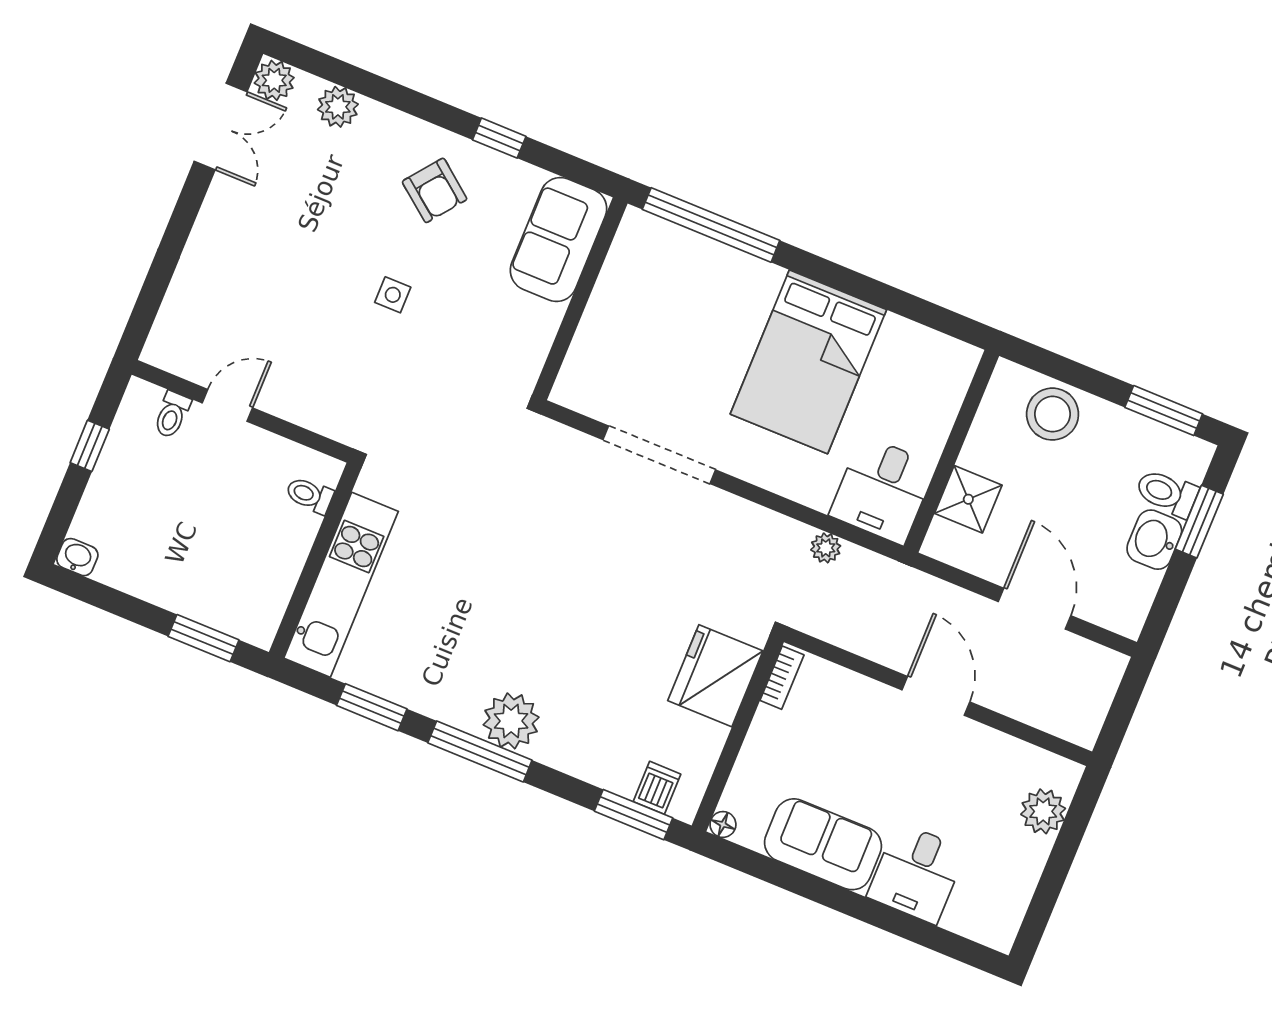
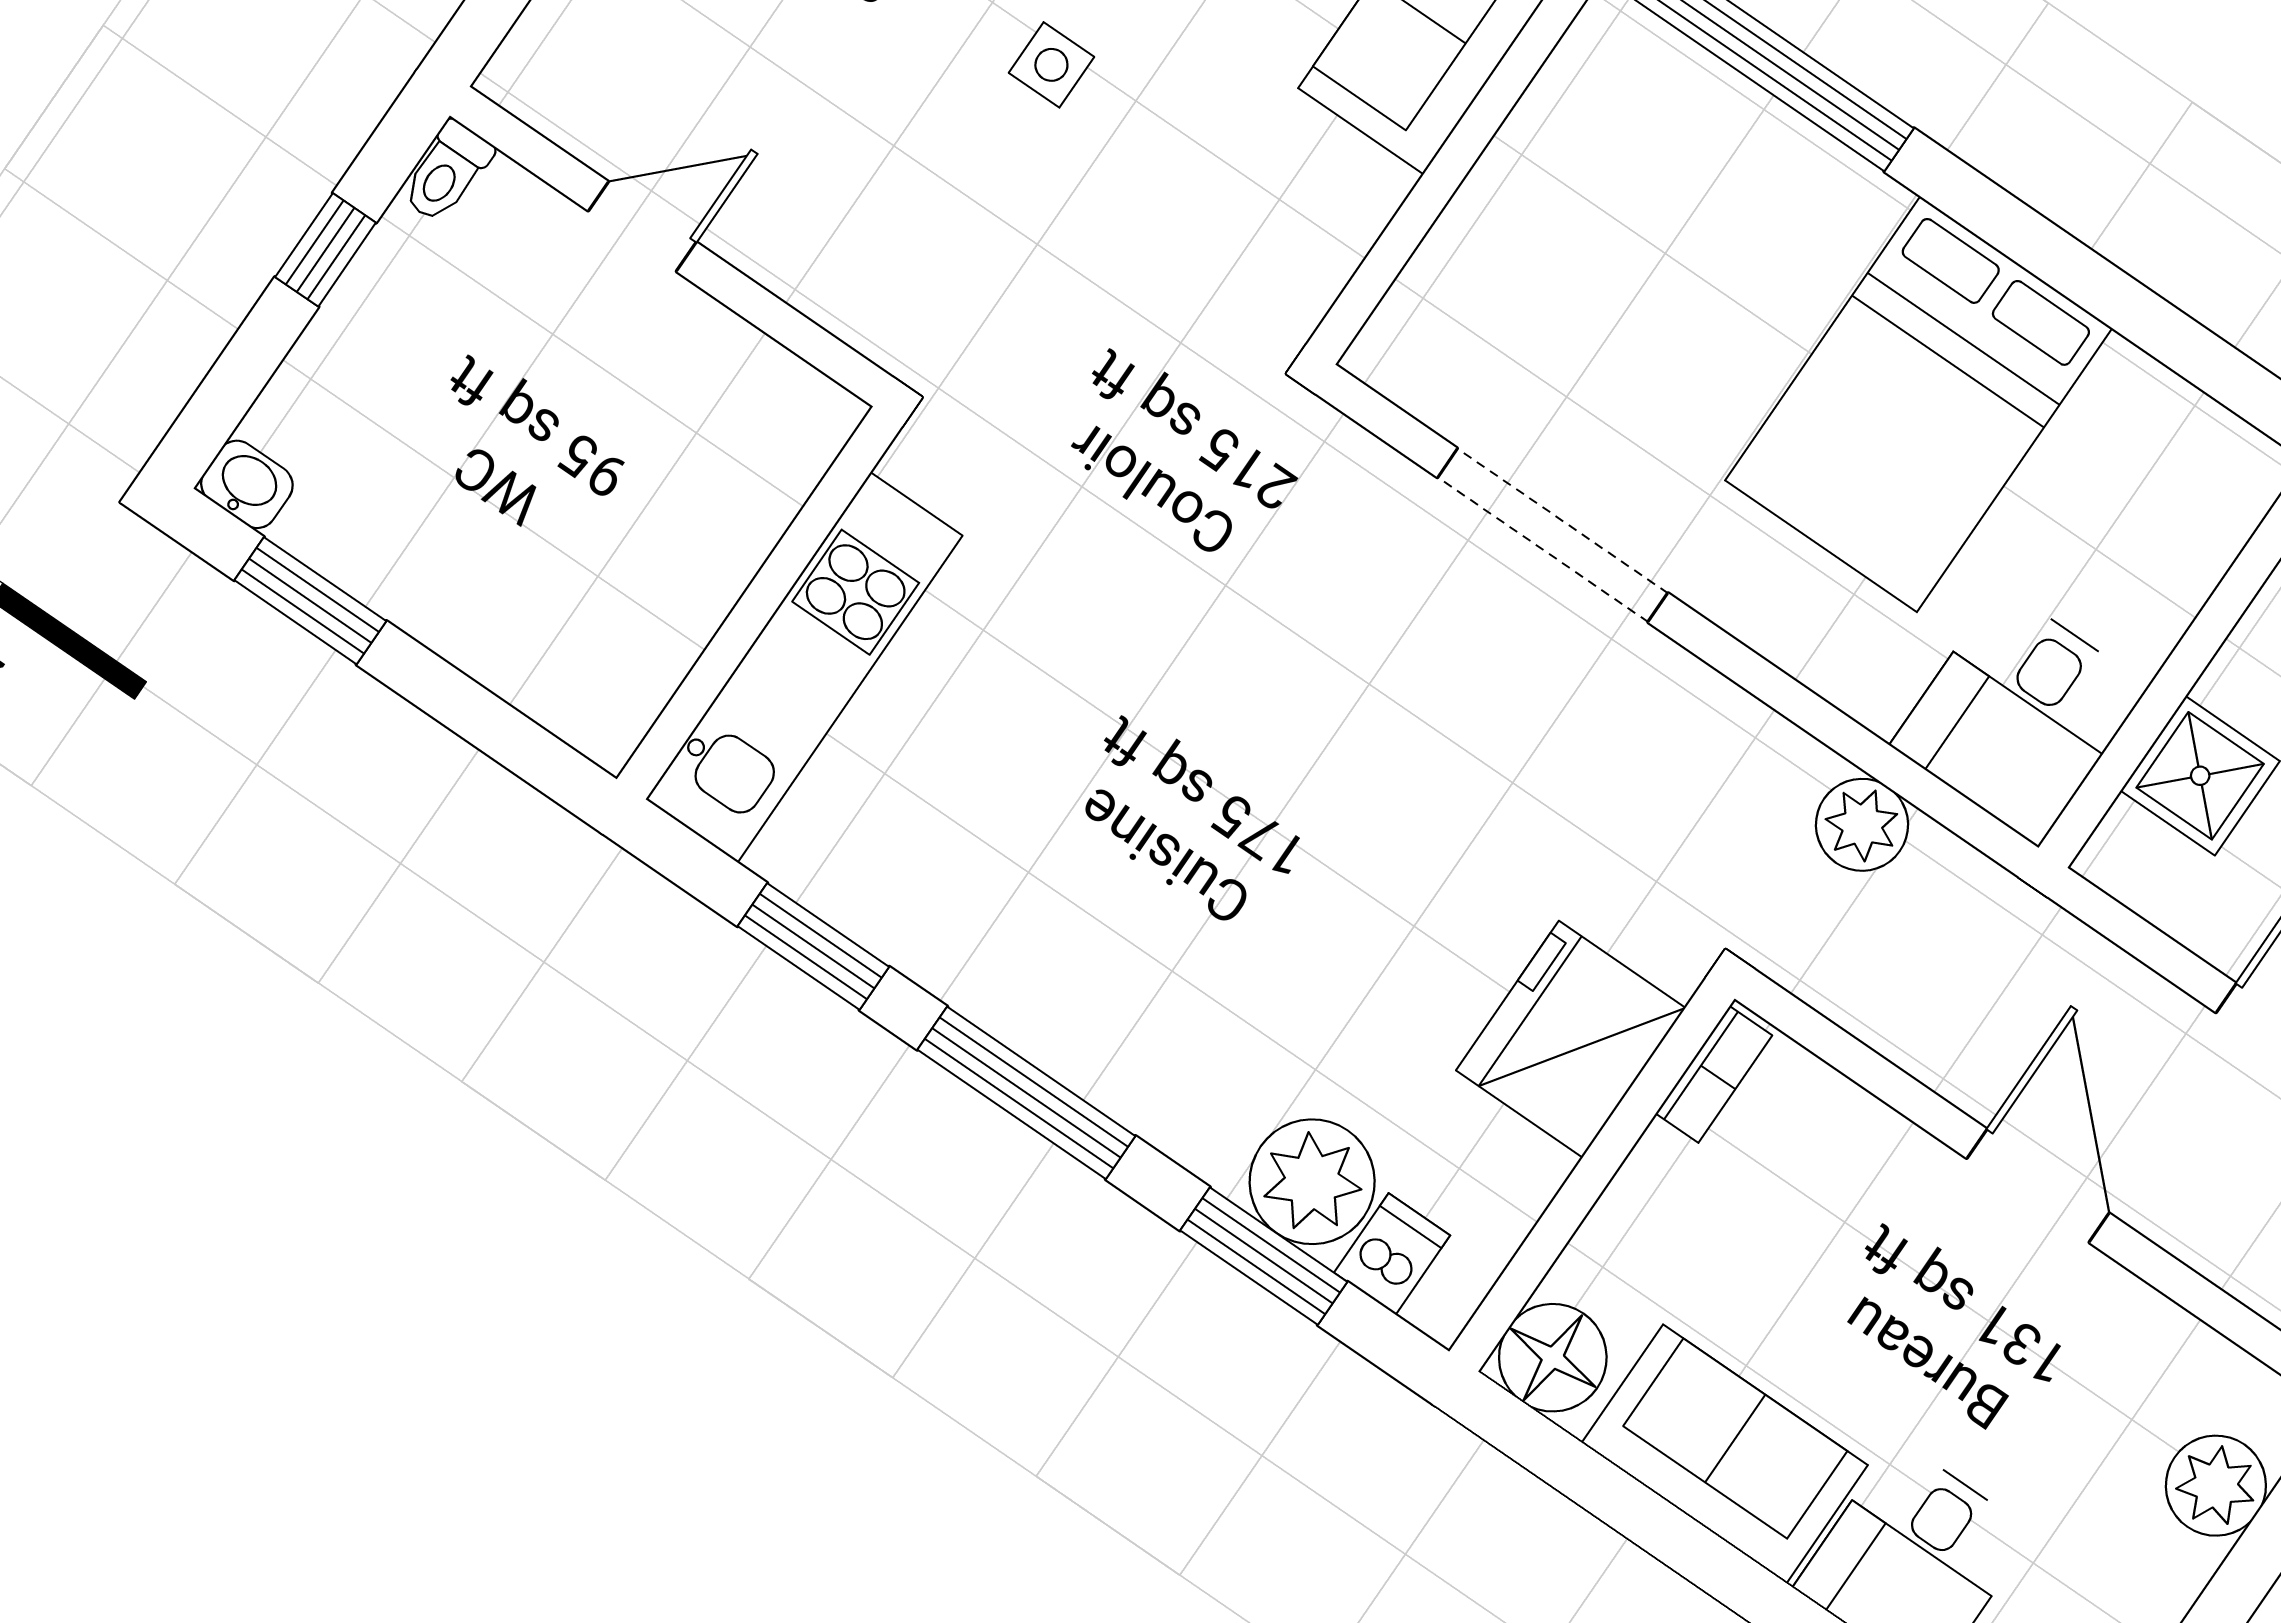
toilet: (172, 415) -> (447, 172), moved
toilet: (309, 495) -> (778, 459), removed
plant: (826, 548) -> (1862, 825), width x1.38, depth x1.38
window: (203, 638) -> (310, 601), moved
plant: (511, 721) -> (1312, 1182), moved
window: (634, 815) -> (1264, 1256), moved
floor lamp: (723, 824) -> (1553, 1358), width x1.89, depth x1.89

